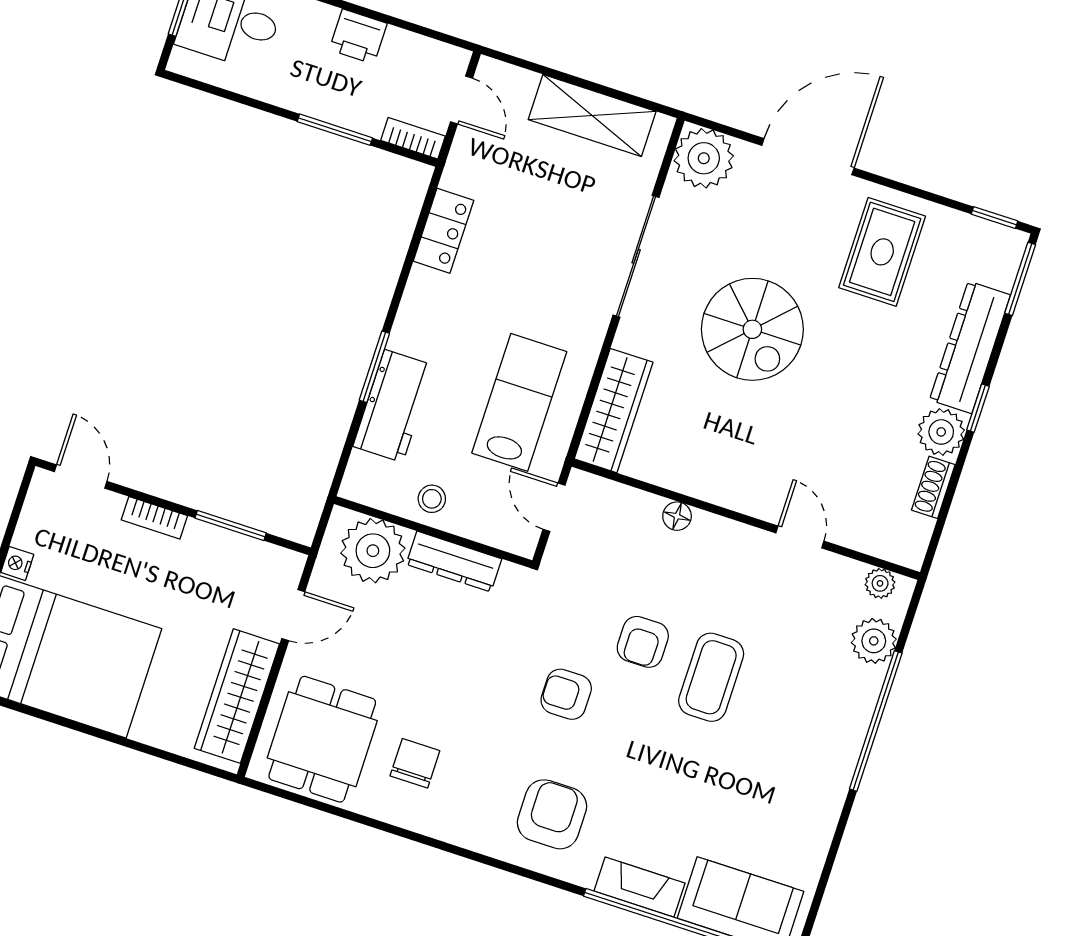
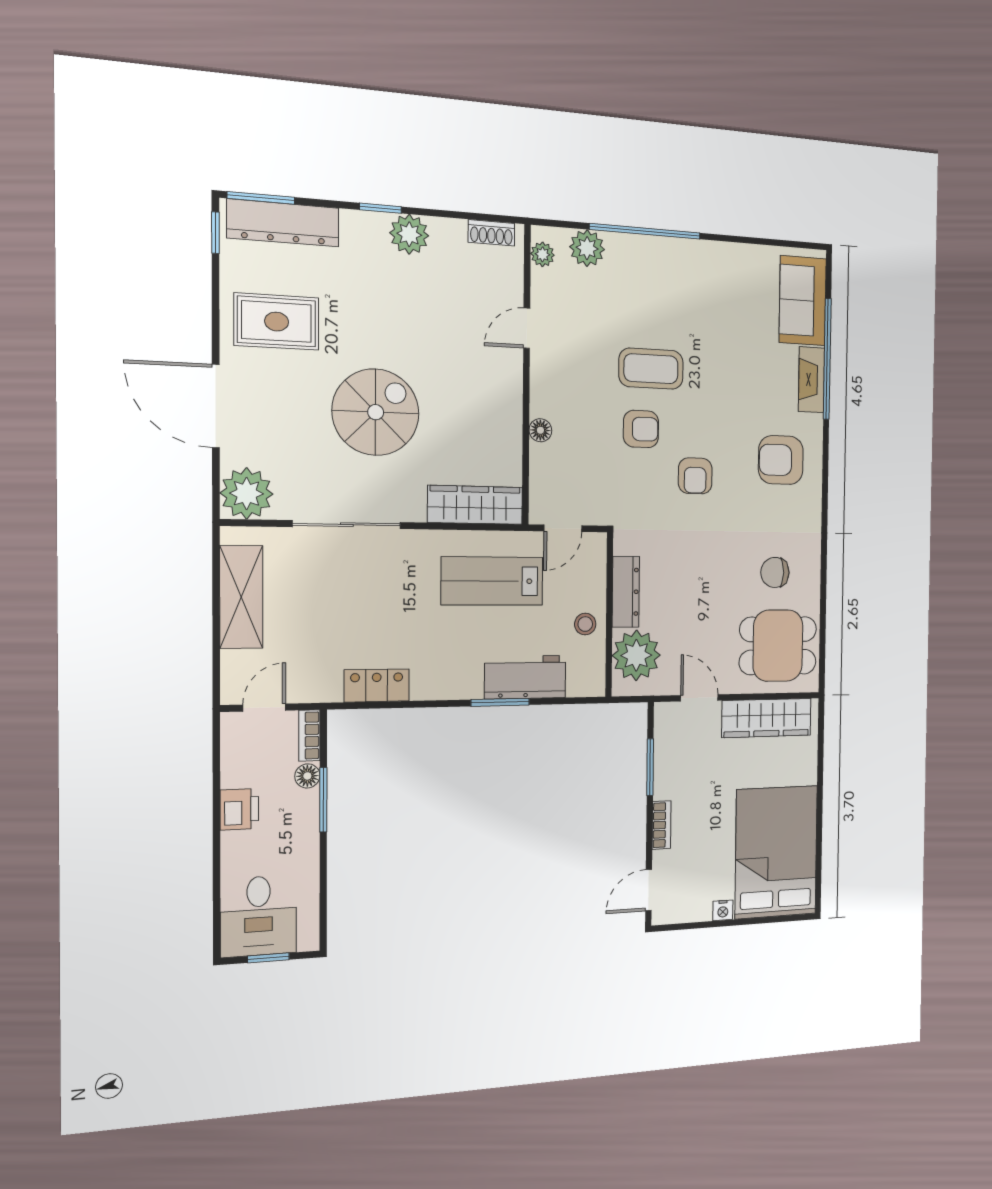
floor lamp: (368, 121) -> (307, 776), added
dresser: (970, 347) -> (283, 223), moved
shoe rack: (933, 487) -> (491, 233), moved

